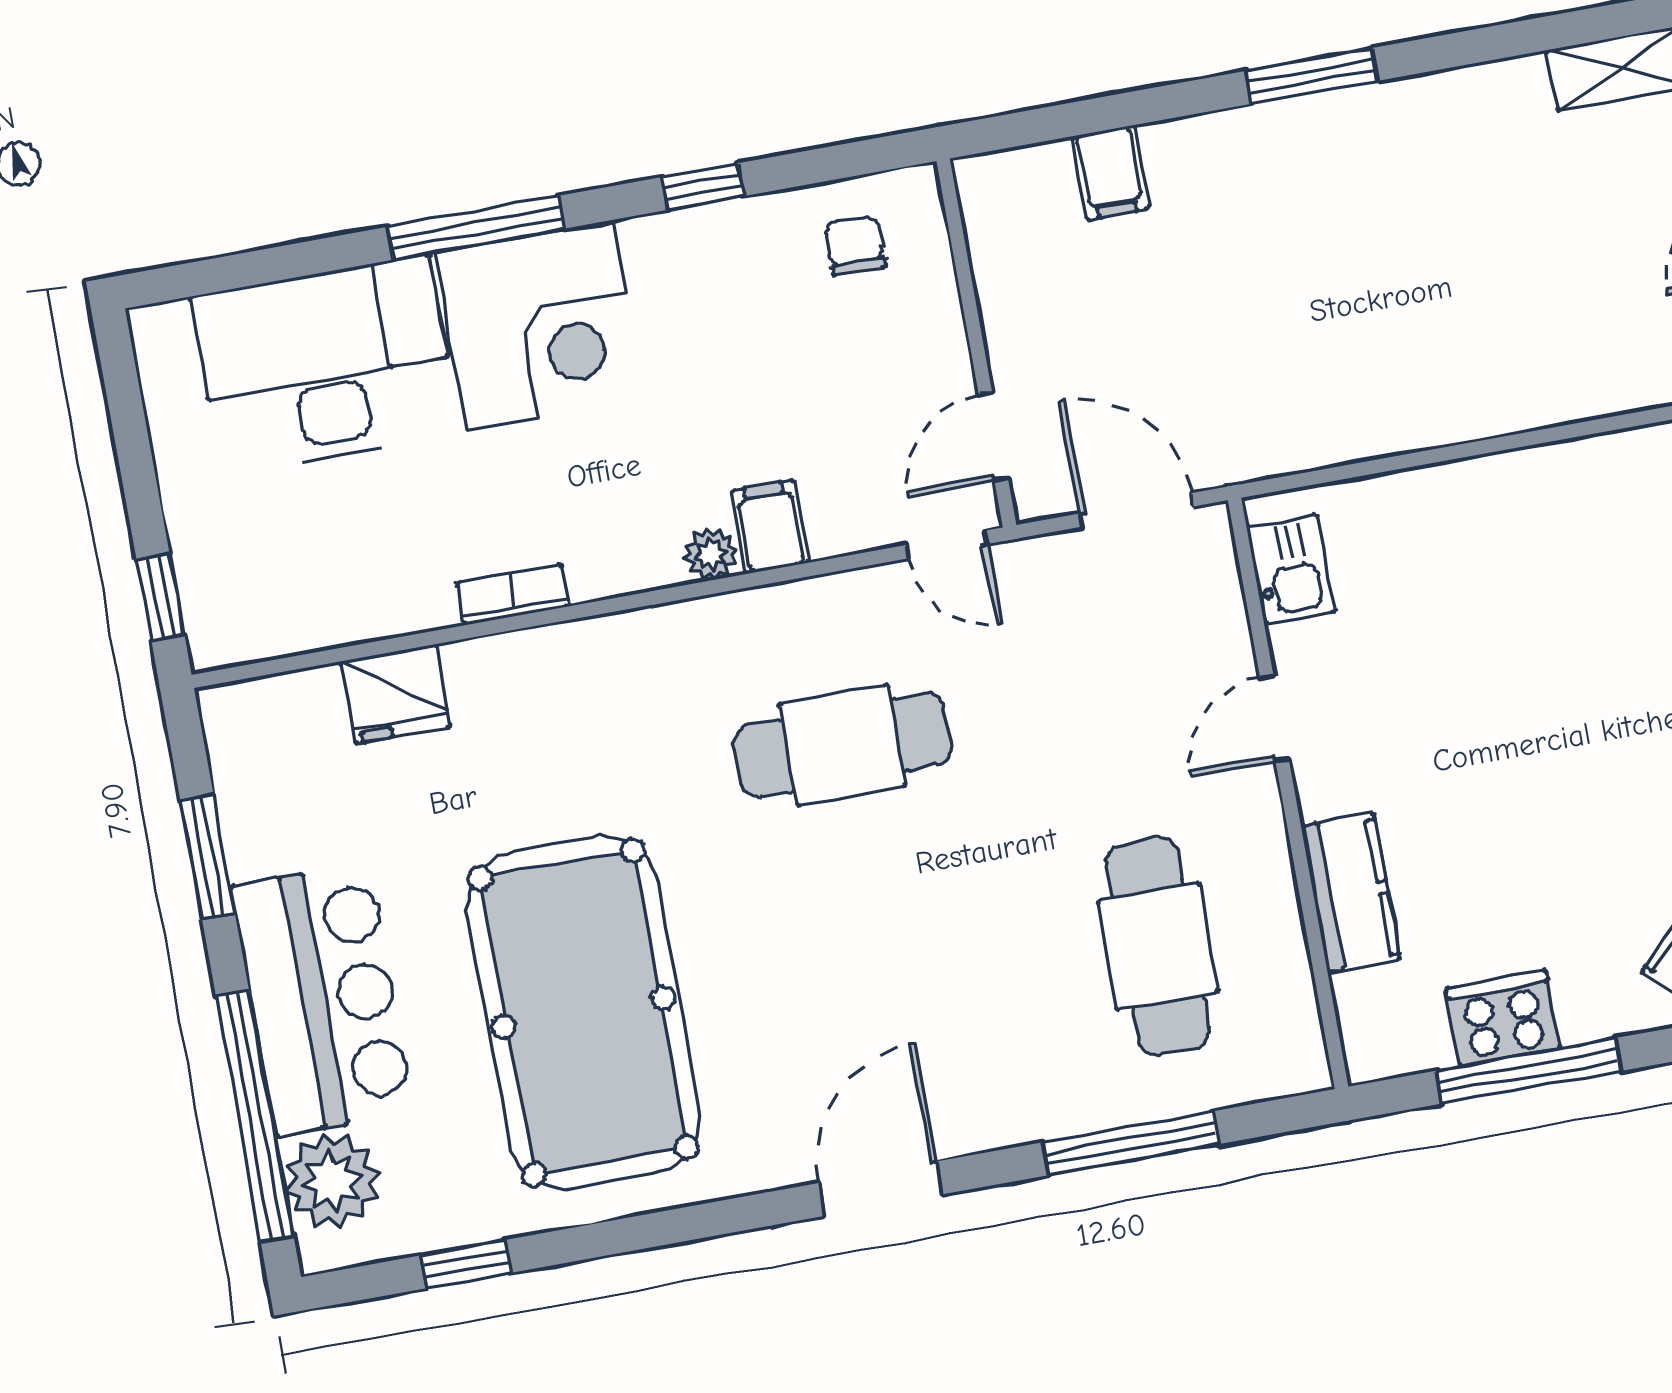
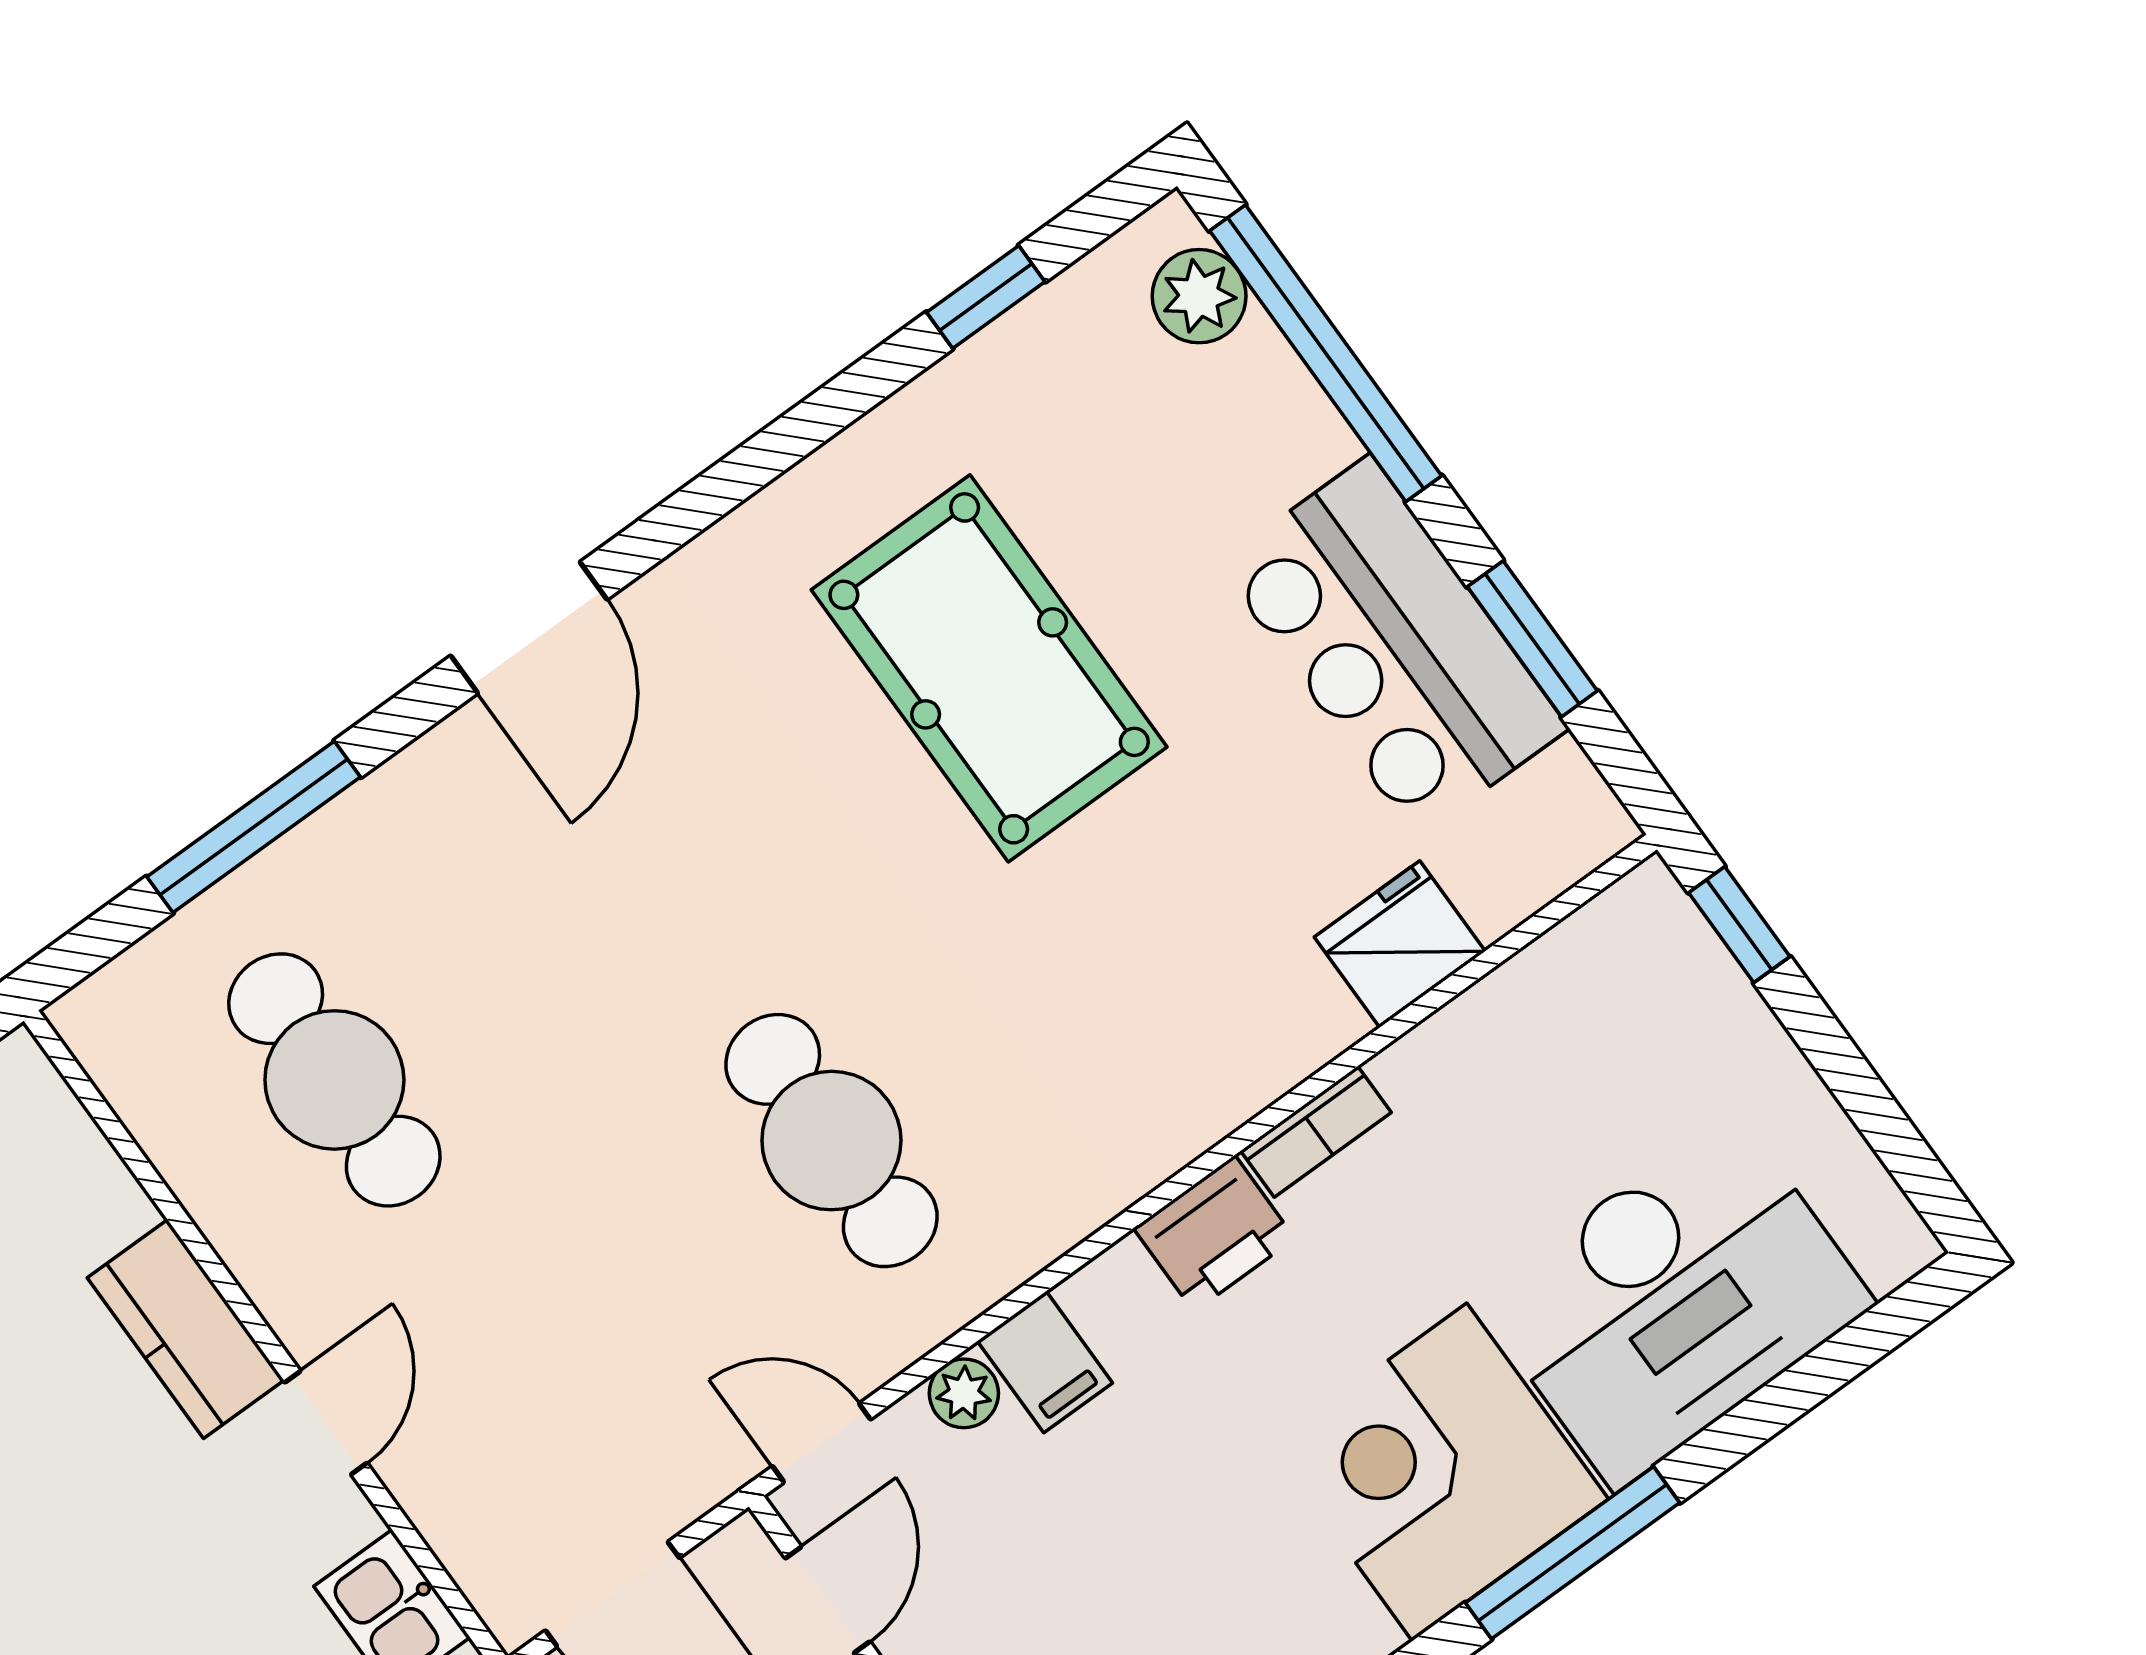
plant: (711, 554) -> (964, 1393), moved
printer: (614, 559) -> (1214, 1233), added
cafe table: (842, 745) -> (831, 1141), turned 90
kitchen counter: (1351, 893) -> (186, 1329), moved
bar counter: (322, 999) -> (1393, 646), moved
pool table: (583, 1013) -> (989, 668), width x0.73, depth x0.76
plant: (332, 1181) -> (1199, 296), width x0.73, depth x0.73

